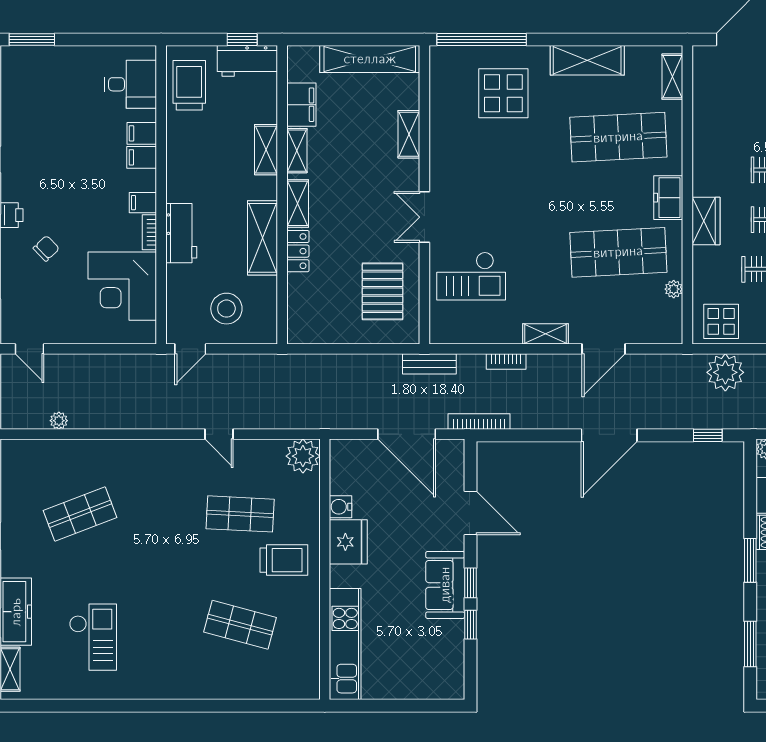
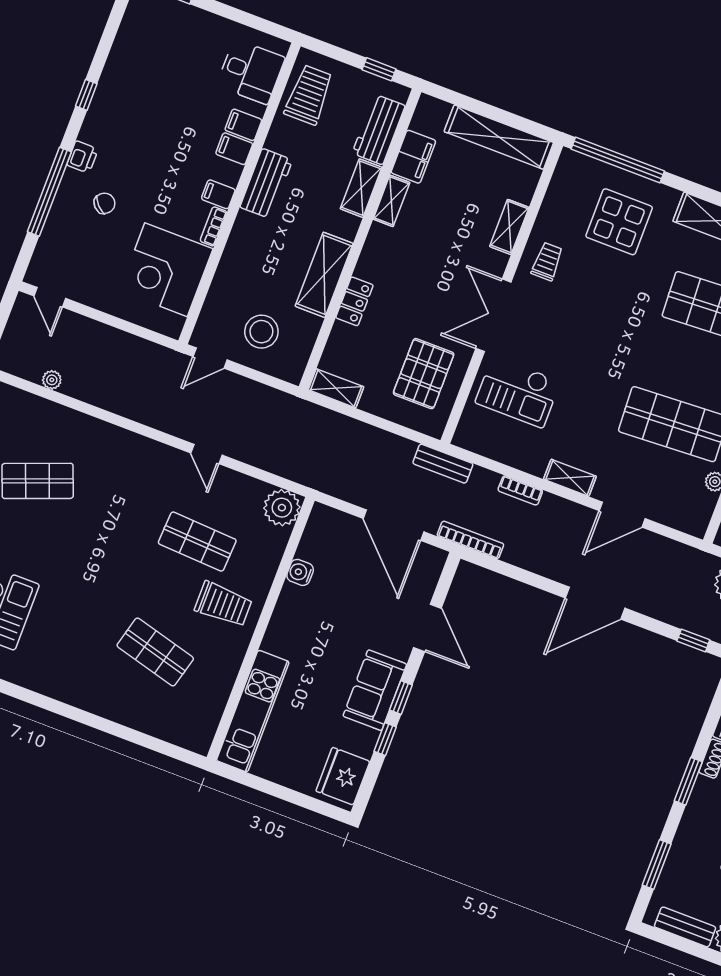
workbench: (247, 61) -> (379, 129), moved, turned 90
trolley: (453, 152) -> (547, 261), added
shelving: (298, 203) -> (336, 388), moved, turned 90
double door: (424, 217) -> (493, 315), width x1.37
workbench: (181, 233) -> (266, 184), moved
fridge: (348, 542) -> (343, 776), moved, turned 180

